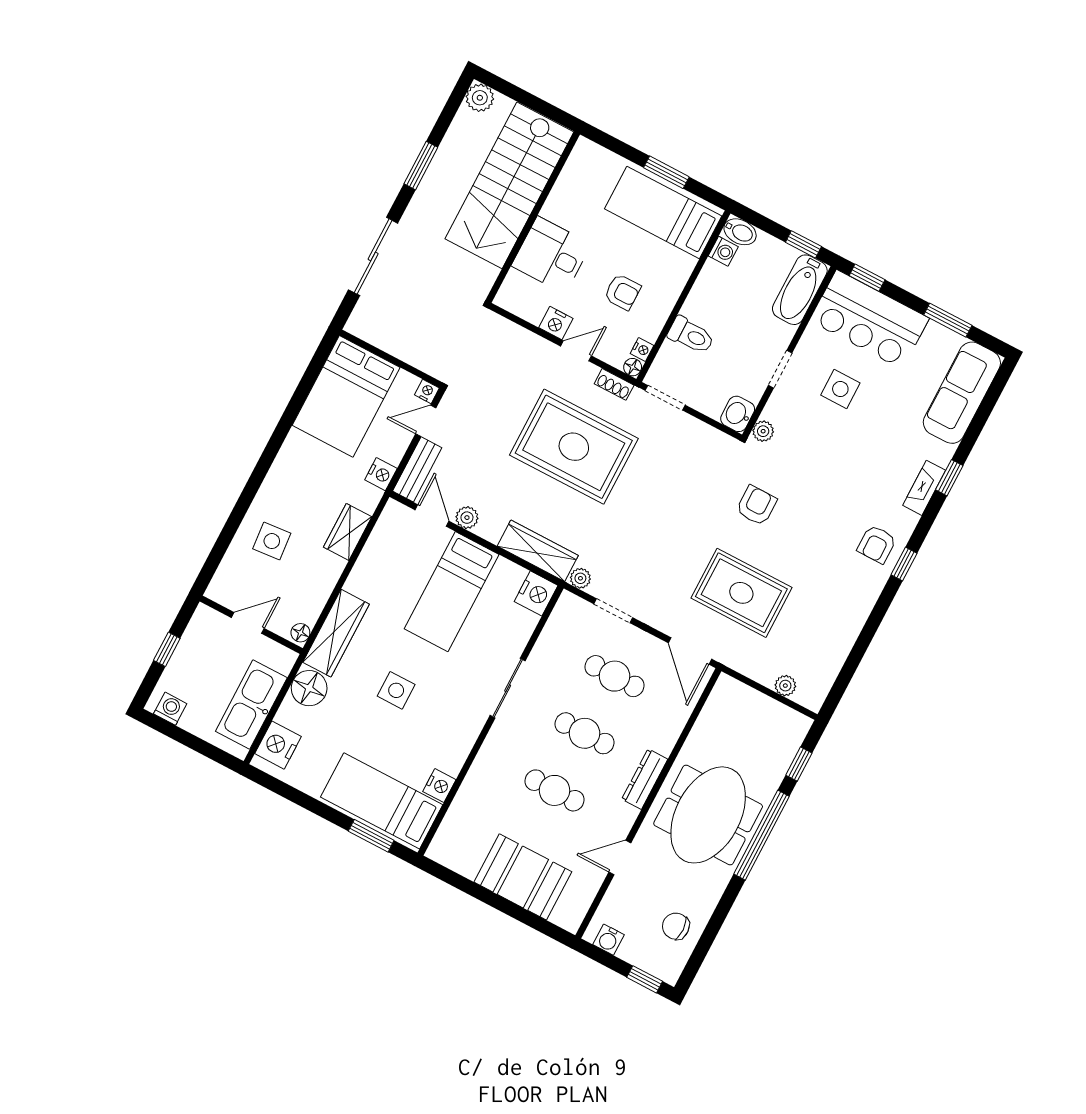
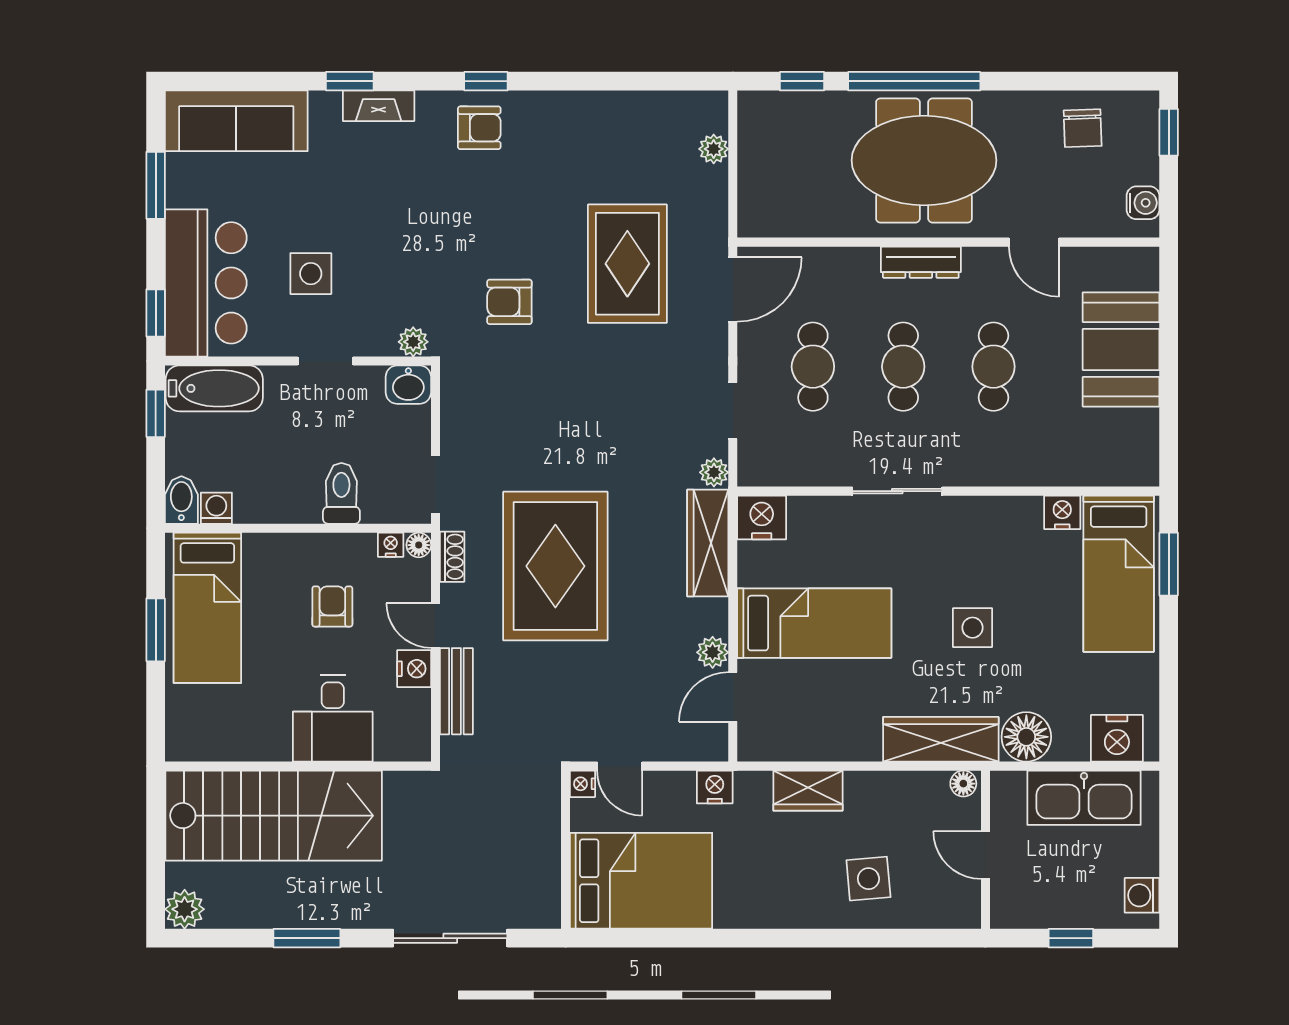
bench: (417, 469) -> (456, 691), moved, turned 90

